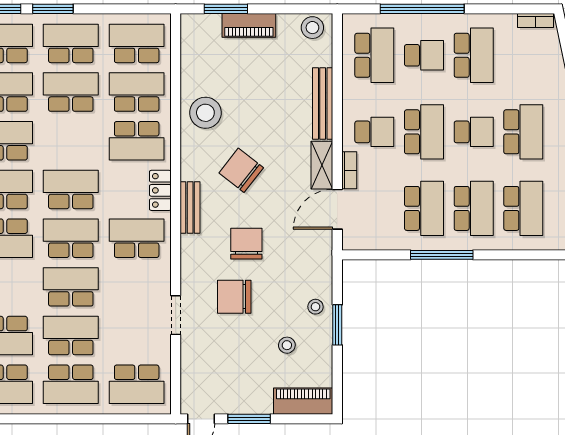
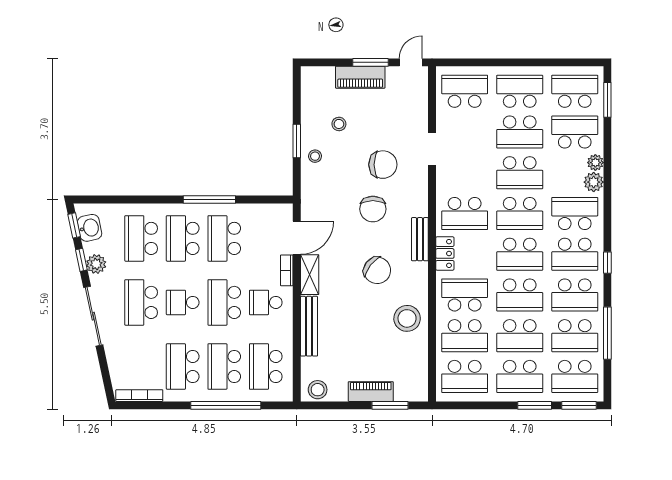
bookcase: (536, 21) -> (139, 396), width x1.56
school desk: (424, 55) -> (224, 366), width x1.85
school desk: (71, 141) -> (520, 295), added
piano: (303, 401) -> (360, 77), moved

